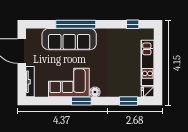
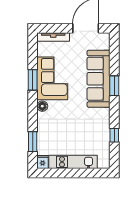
window: (76, 24) -> (114, 86), width x0.47
window: (133, 24) -> (114, 135), moved
window: (81, 101) -> (33, 80), moved

